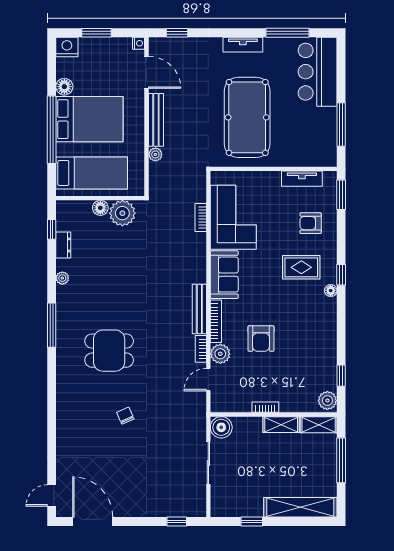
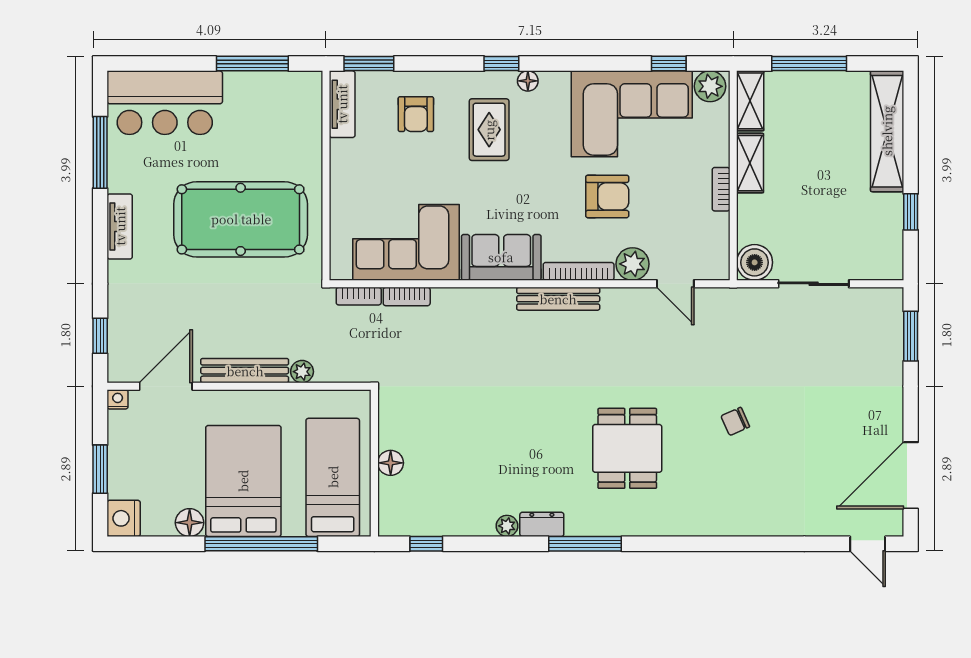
tv unit: (302, 179) -> (342, 104), moved
plant: (122, 213) -> (399, 426), removed
dresser: (63, 245) -> (542, 524), moved
bookcase: (201, 349) -> (359, 296), moved
corner sofa: (311, 353) -> (632, 114), added
window: (177, 521) -> (911, 336), width x1.50

